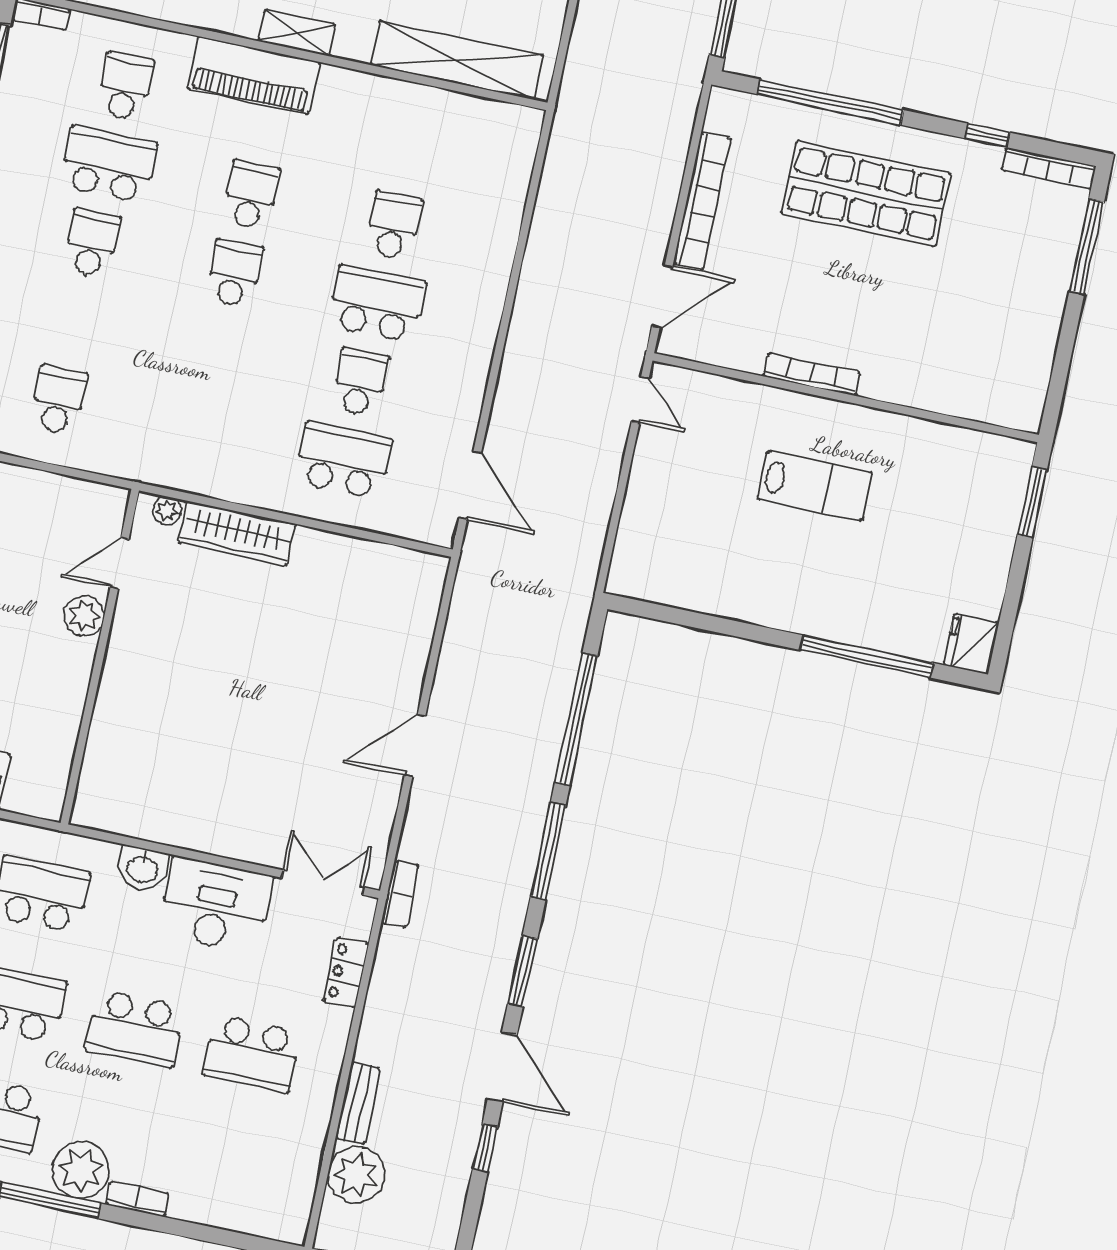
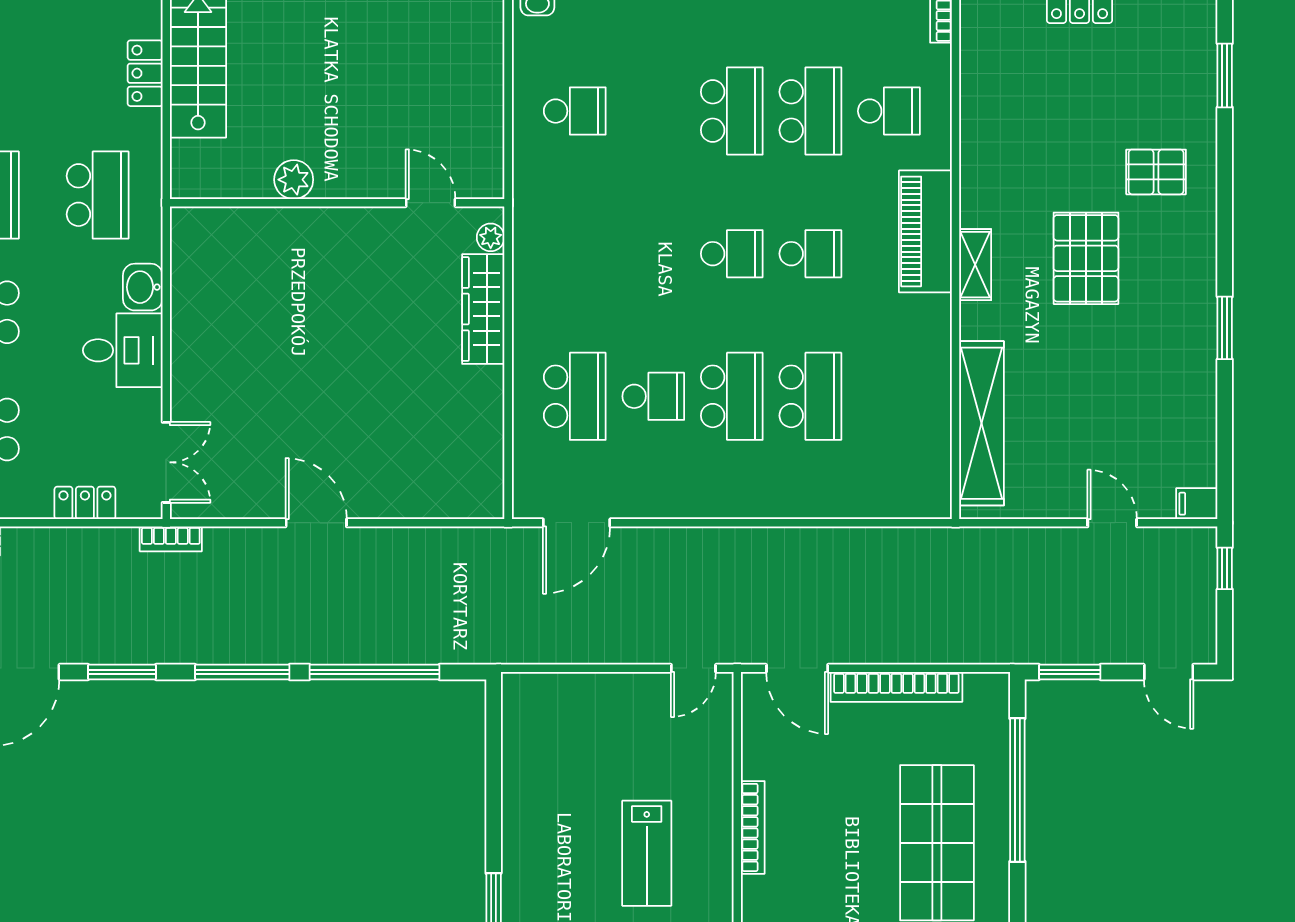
school desk: (393, 225) -> (810, 396), width x1.85
school desk: (92, 243) -> (732, 111), width x1.85
plant: (84, 616) -> (294, 180), moved
desk: (215, 905) -> (123, 350), width x0.73

